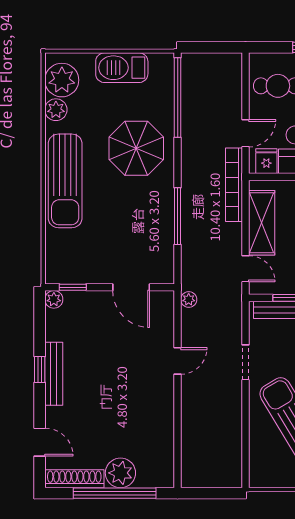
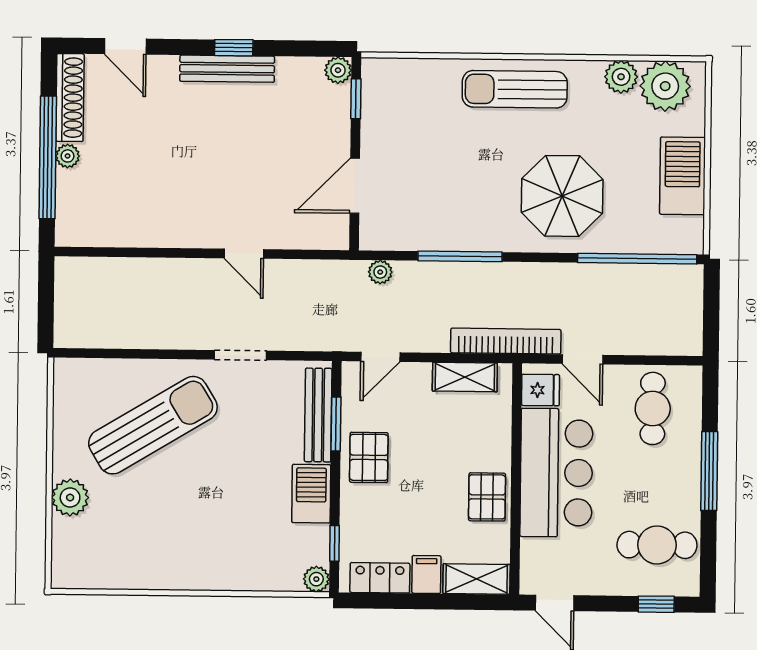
sun lounger: (65, 181) -> (515, 89), width x0.73, depth x0.75
shelving: (262, 223) -> (465, 377), width x0.67, depth x0.75
plant: (189, 299) -> (380, 272), moved
door: (40, 442) -> (125, 46), hinge flipped
plant: (120, 473) -> (68, 156), width x0.53, depth x0.53

